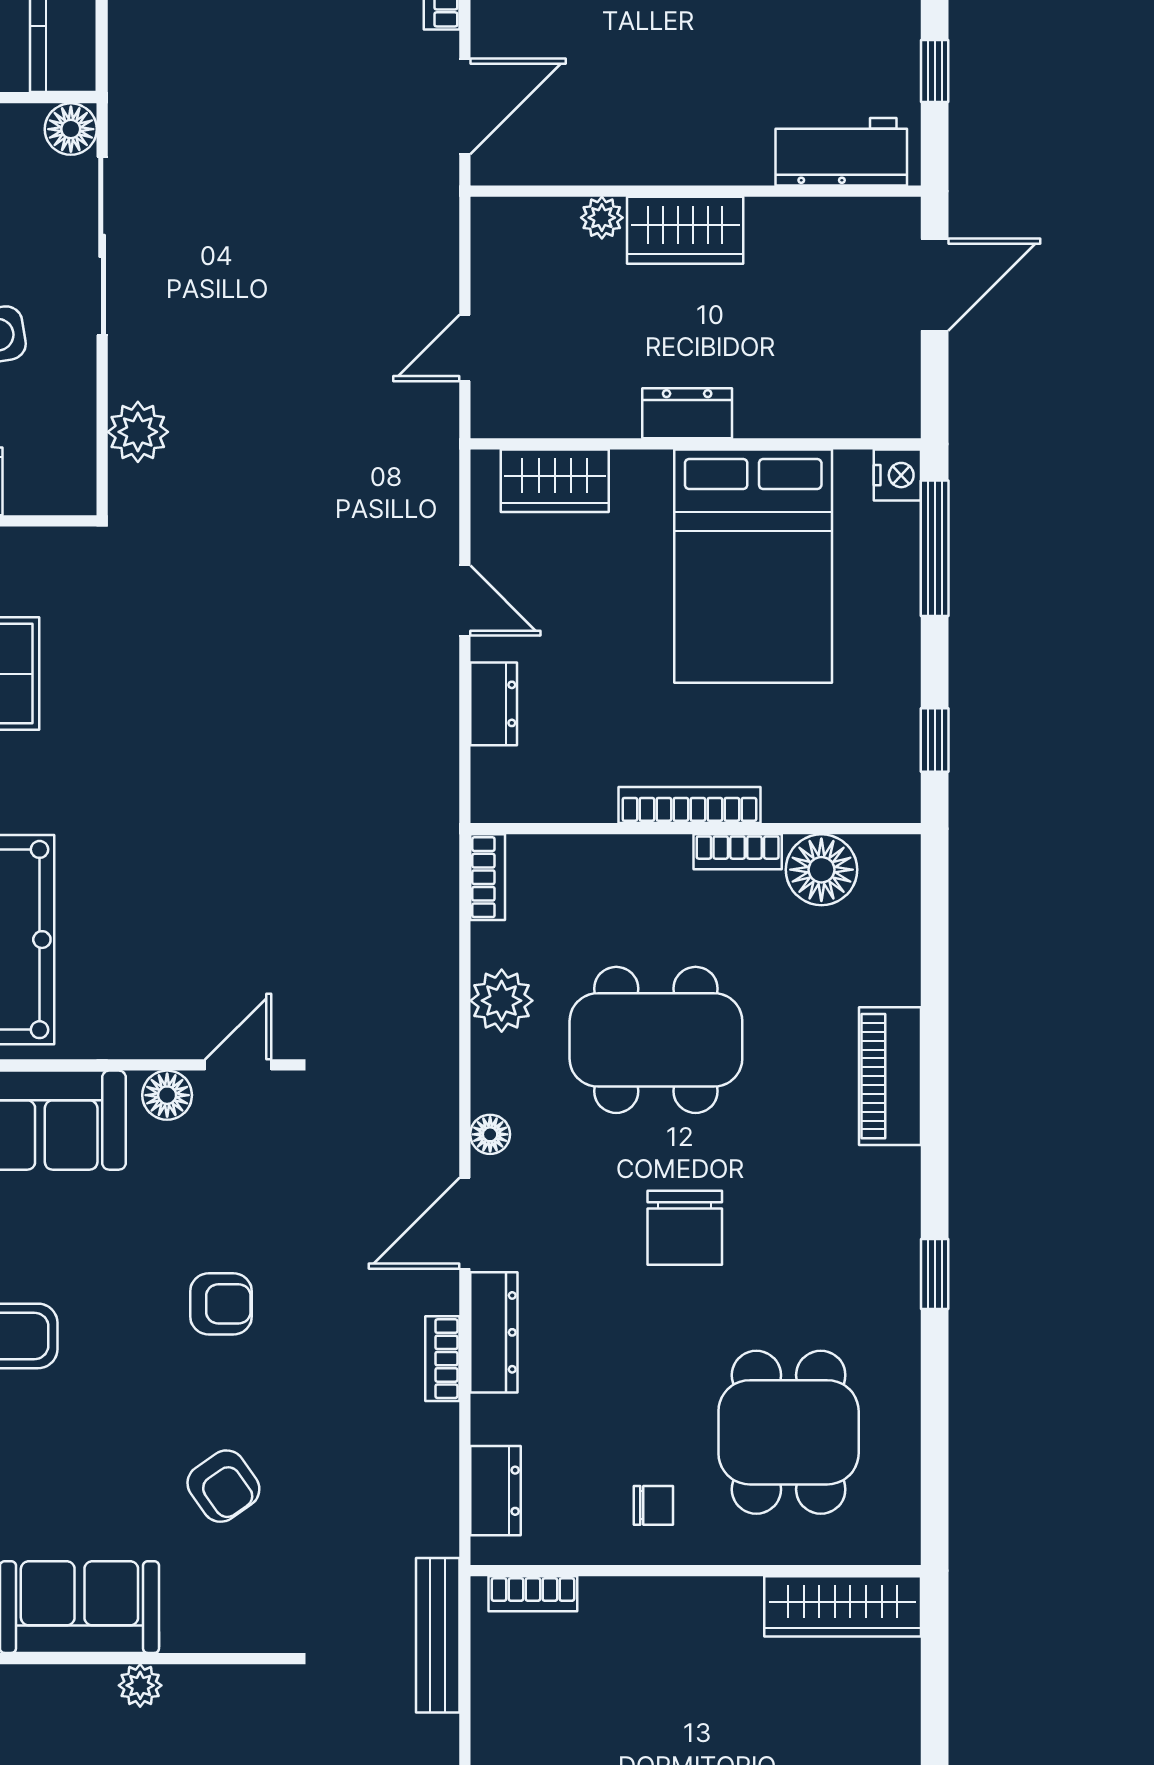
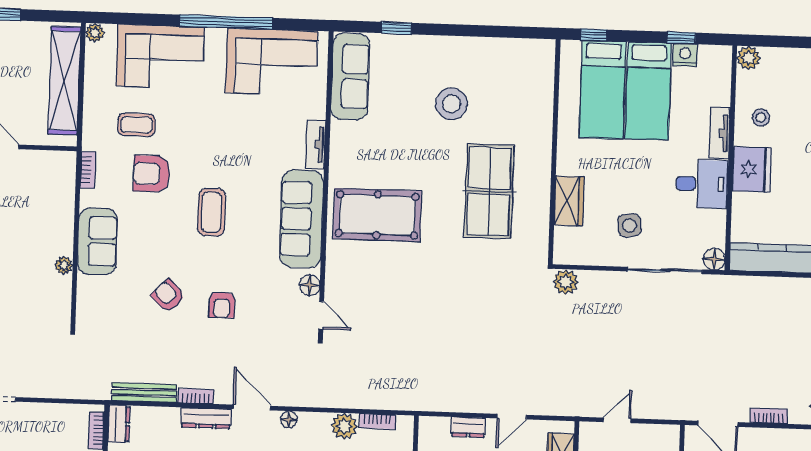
door: (465, 348) -> (617, 420), hinge flipped
plant: (138, 432) -> (566, 282), moved
bookcase: (488, 877) -> (377, 421), moved
armchair: (223, 1486) -> (168, 296), moved, turned 80
dresser: (495, 1491) -> (119, 424), moved, turned -90
bench: (438, 1635) -> (144, 392), moved

